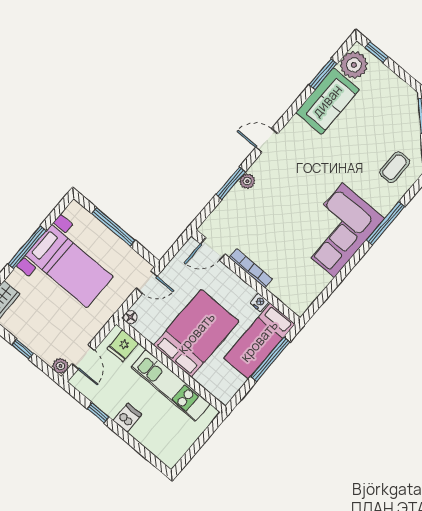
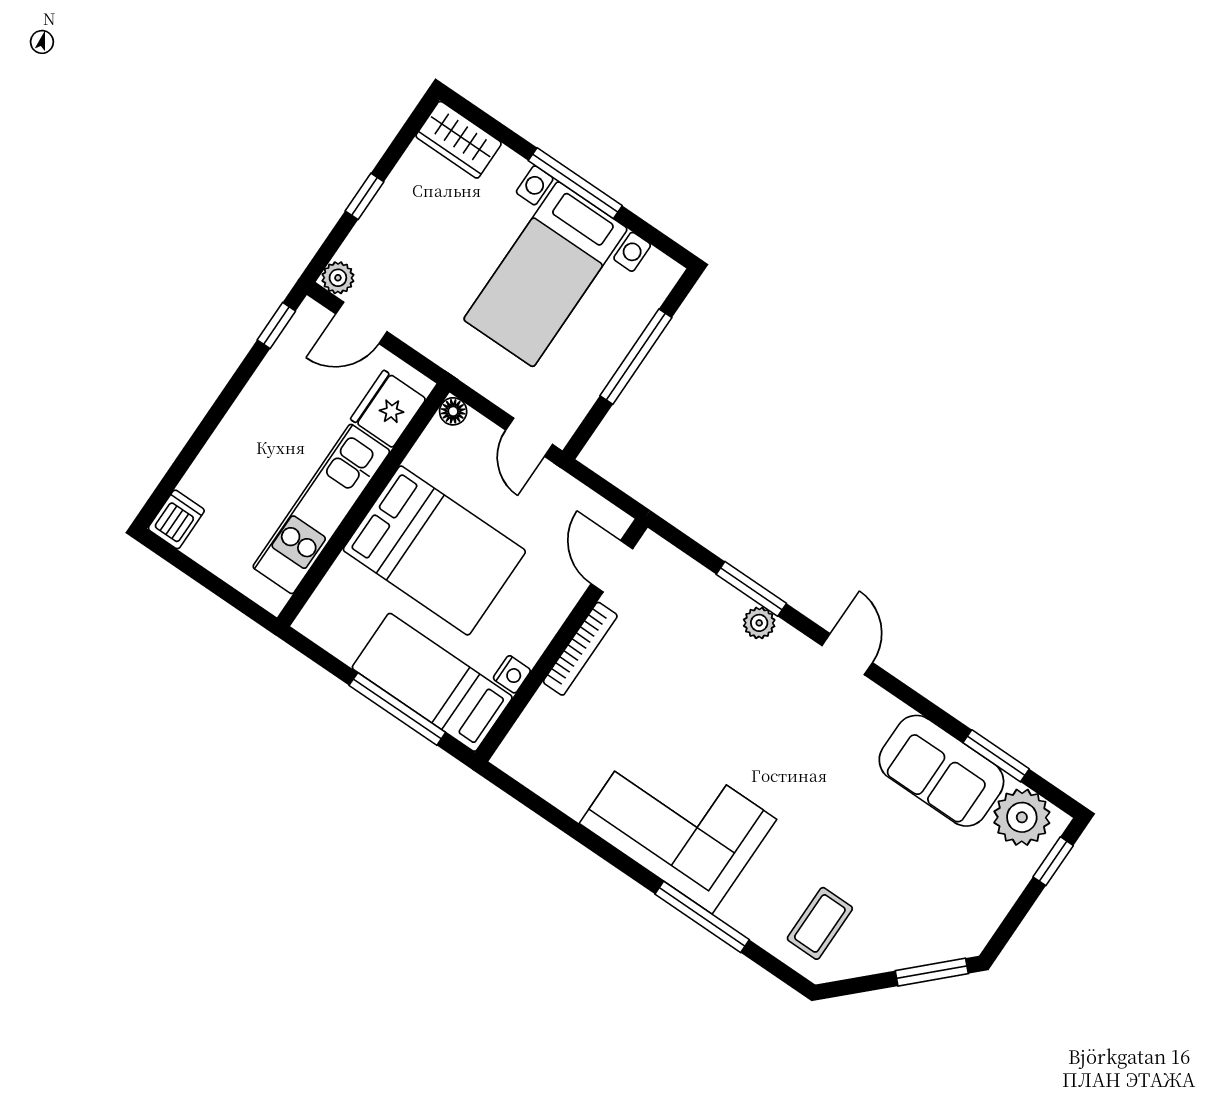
coffee table: (395, 167) -> (820, 923), turned 90
fridge: (123, 346) -> (388, 409), width x1.38
window: (98, 413) -> (276, 326), moved
dishwasher: (127, 418) -> (176, 519), moved, turned -90

